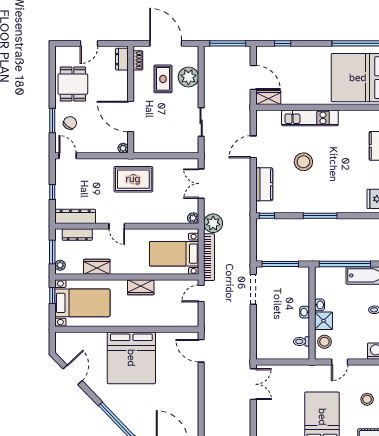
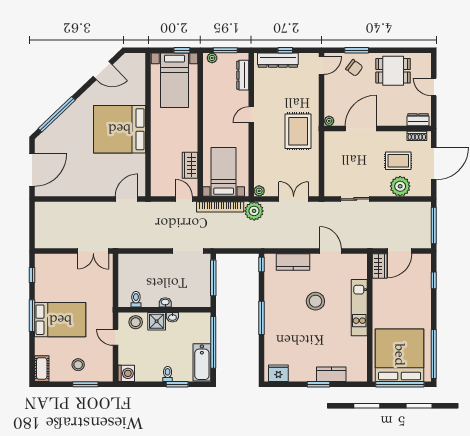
dresser: (75, 216) -> (278, 60), moved, turned 90
wardrobe: (97, 267) -> (210, 95), removed
wardrobe: (141, 287) -> (190, 165), moved

